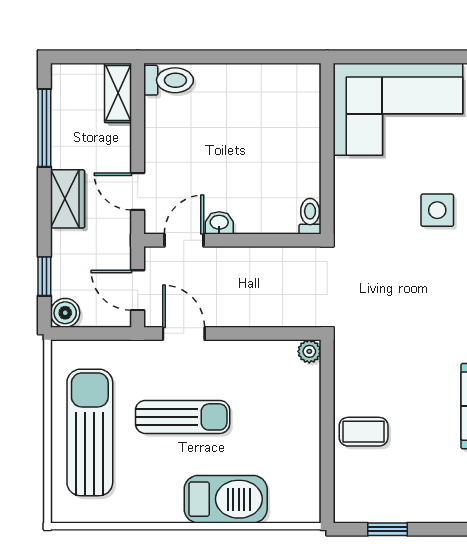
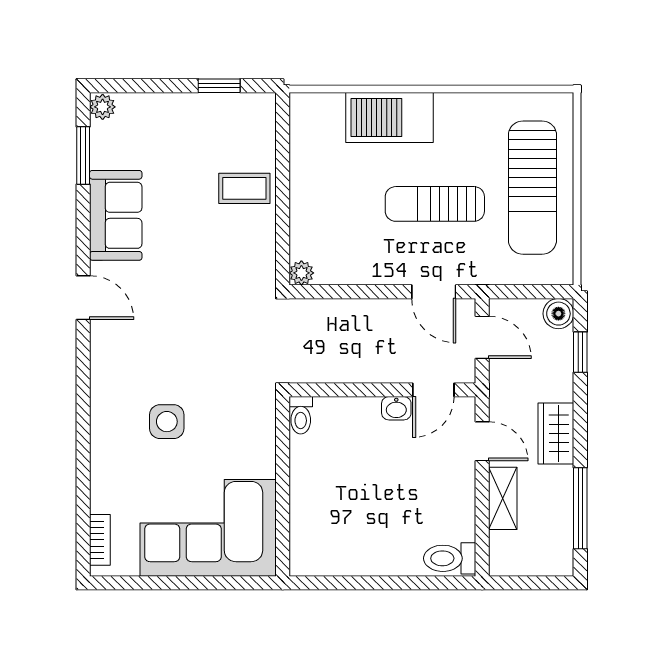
shelving: (118, 93) -> (503, 498), moved

